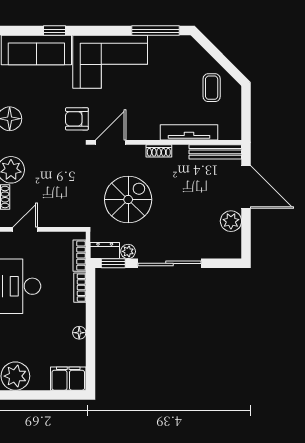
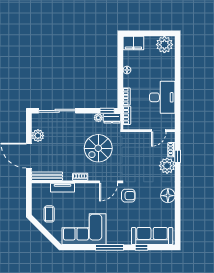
window: (155, 31) -> (110, 247), moved
corner sofa: (110, 62) -> (84, 229), moved
tv unit: (189, 132) -> (63, 188), width x0.71
sliding door: (169, 263) -> (57, 111), moved

